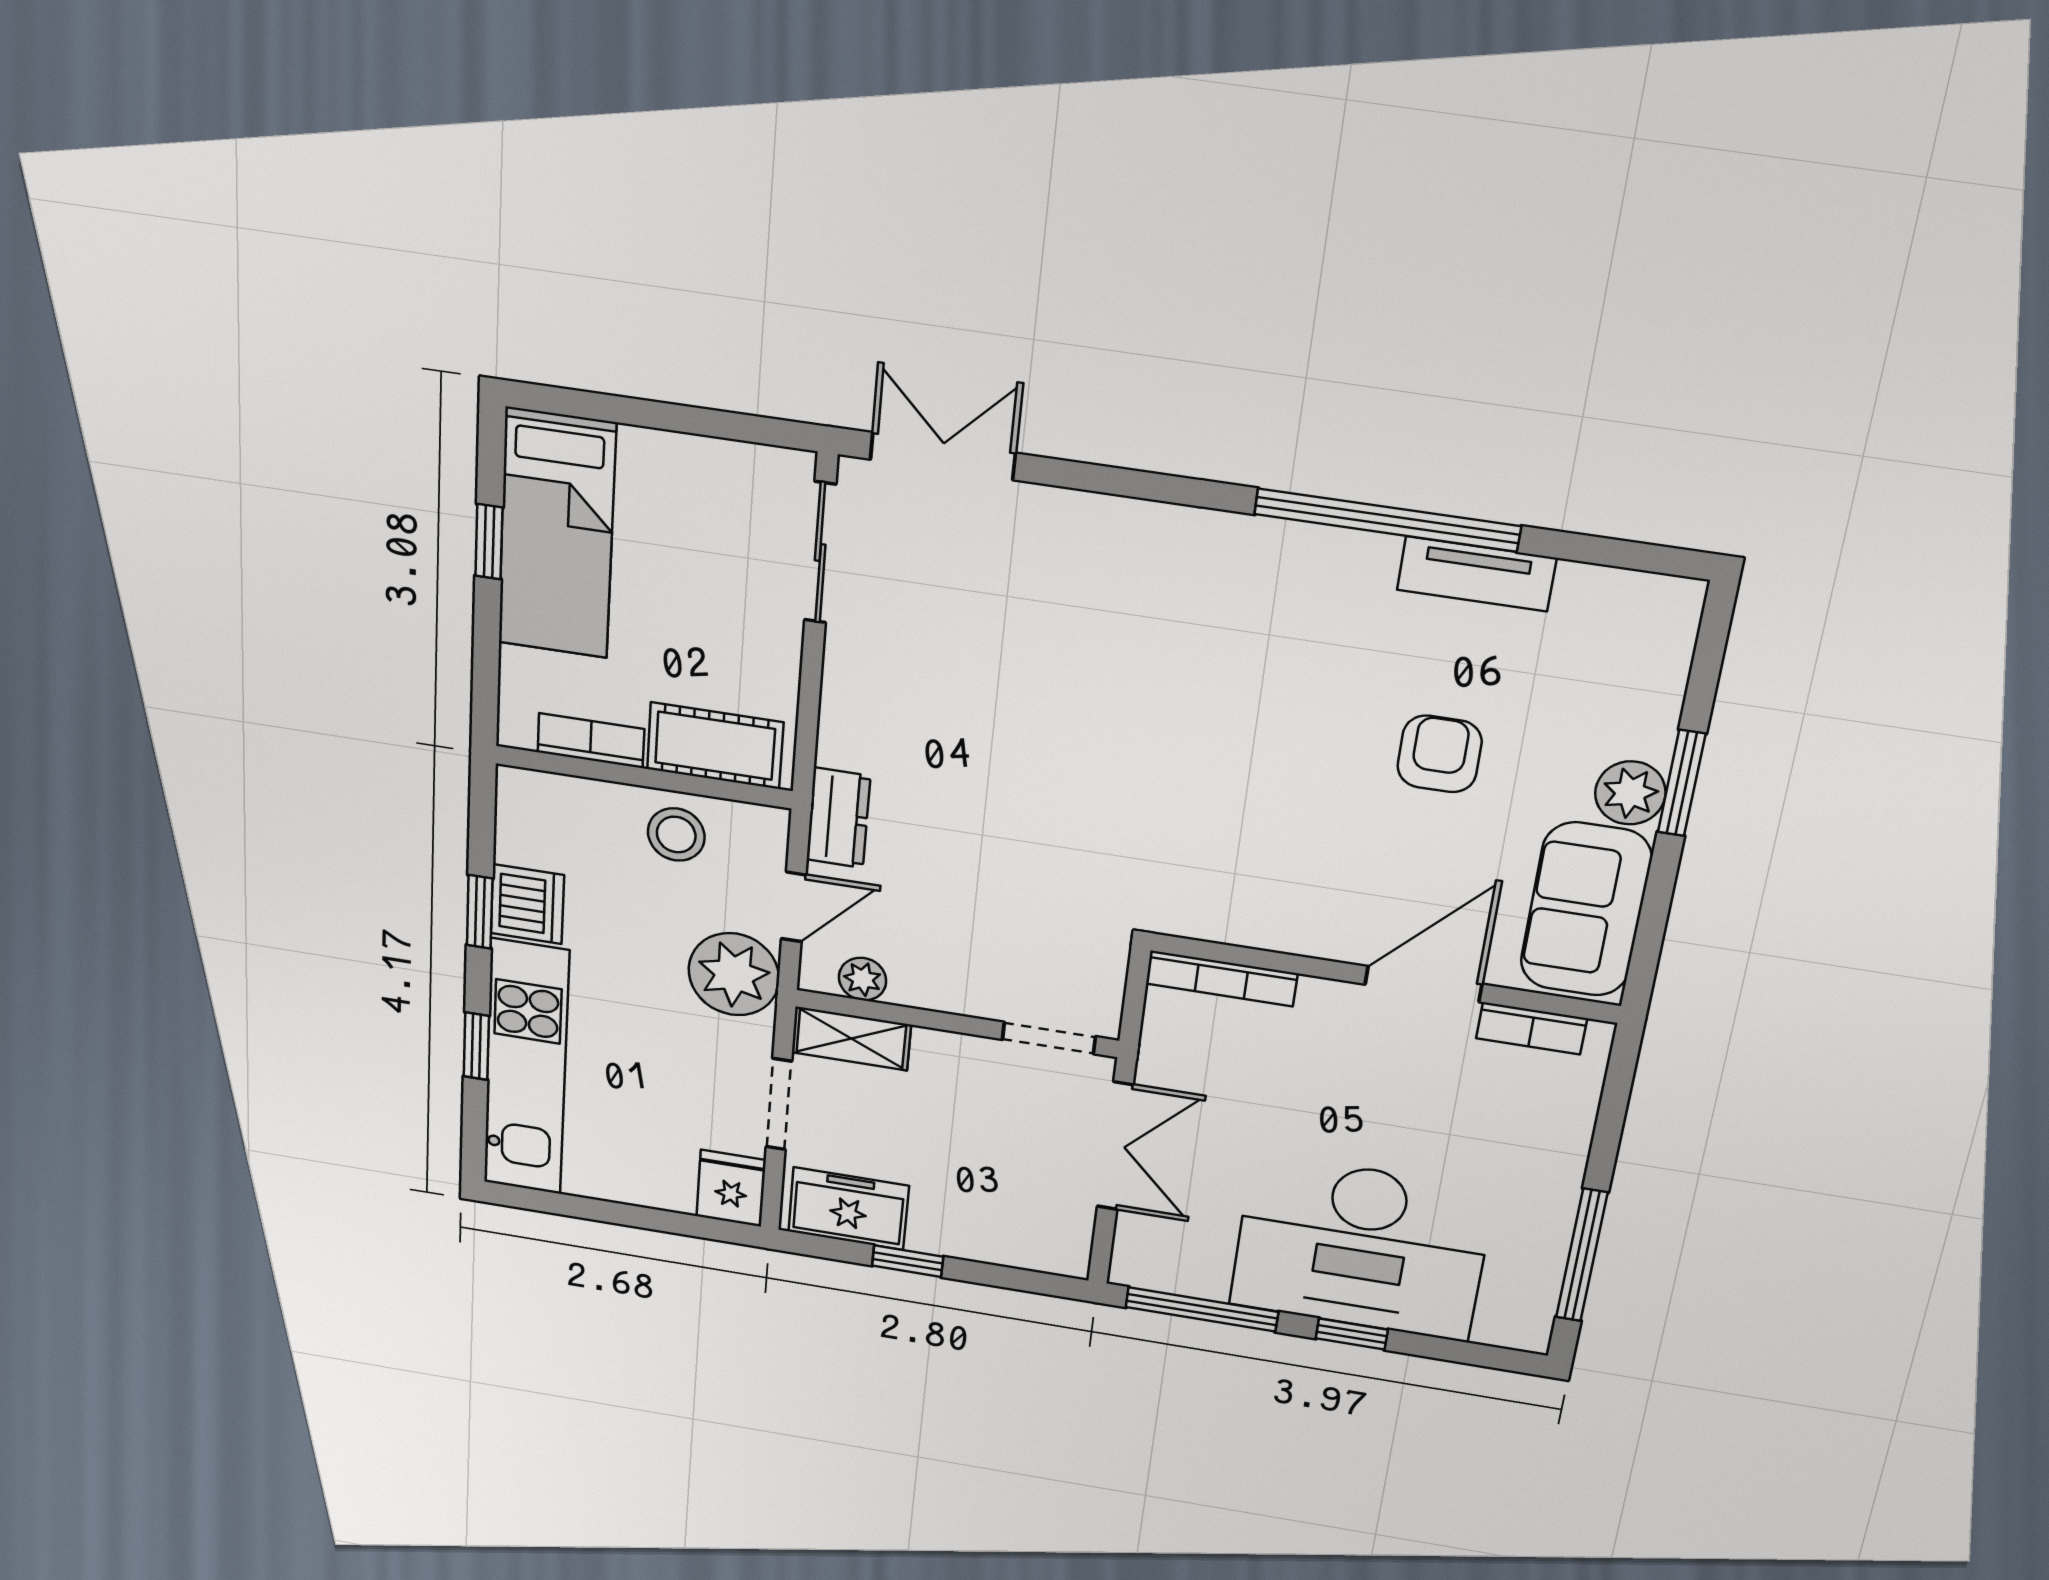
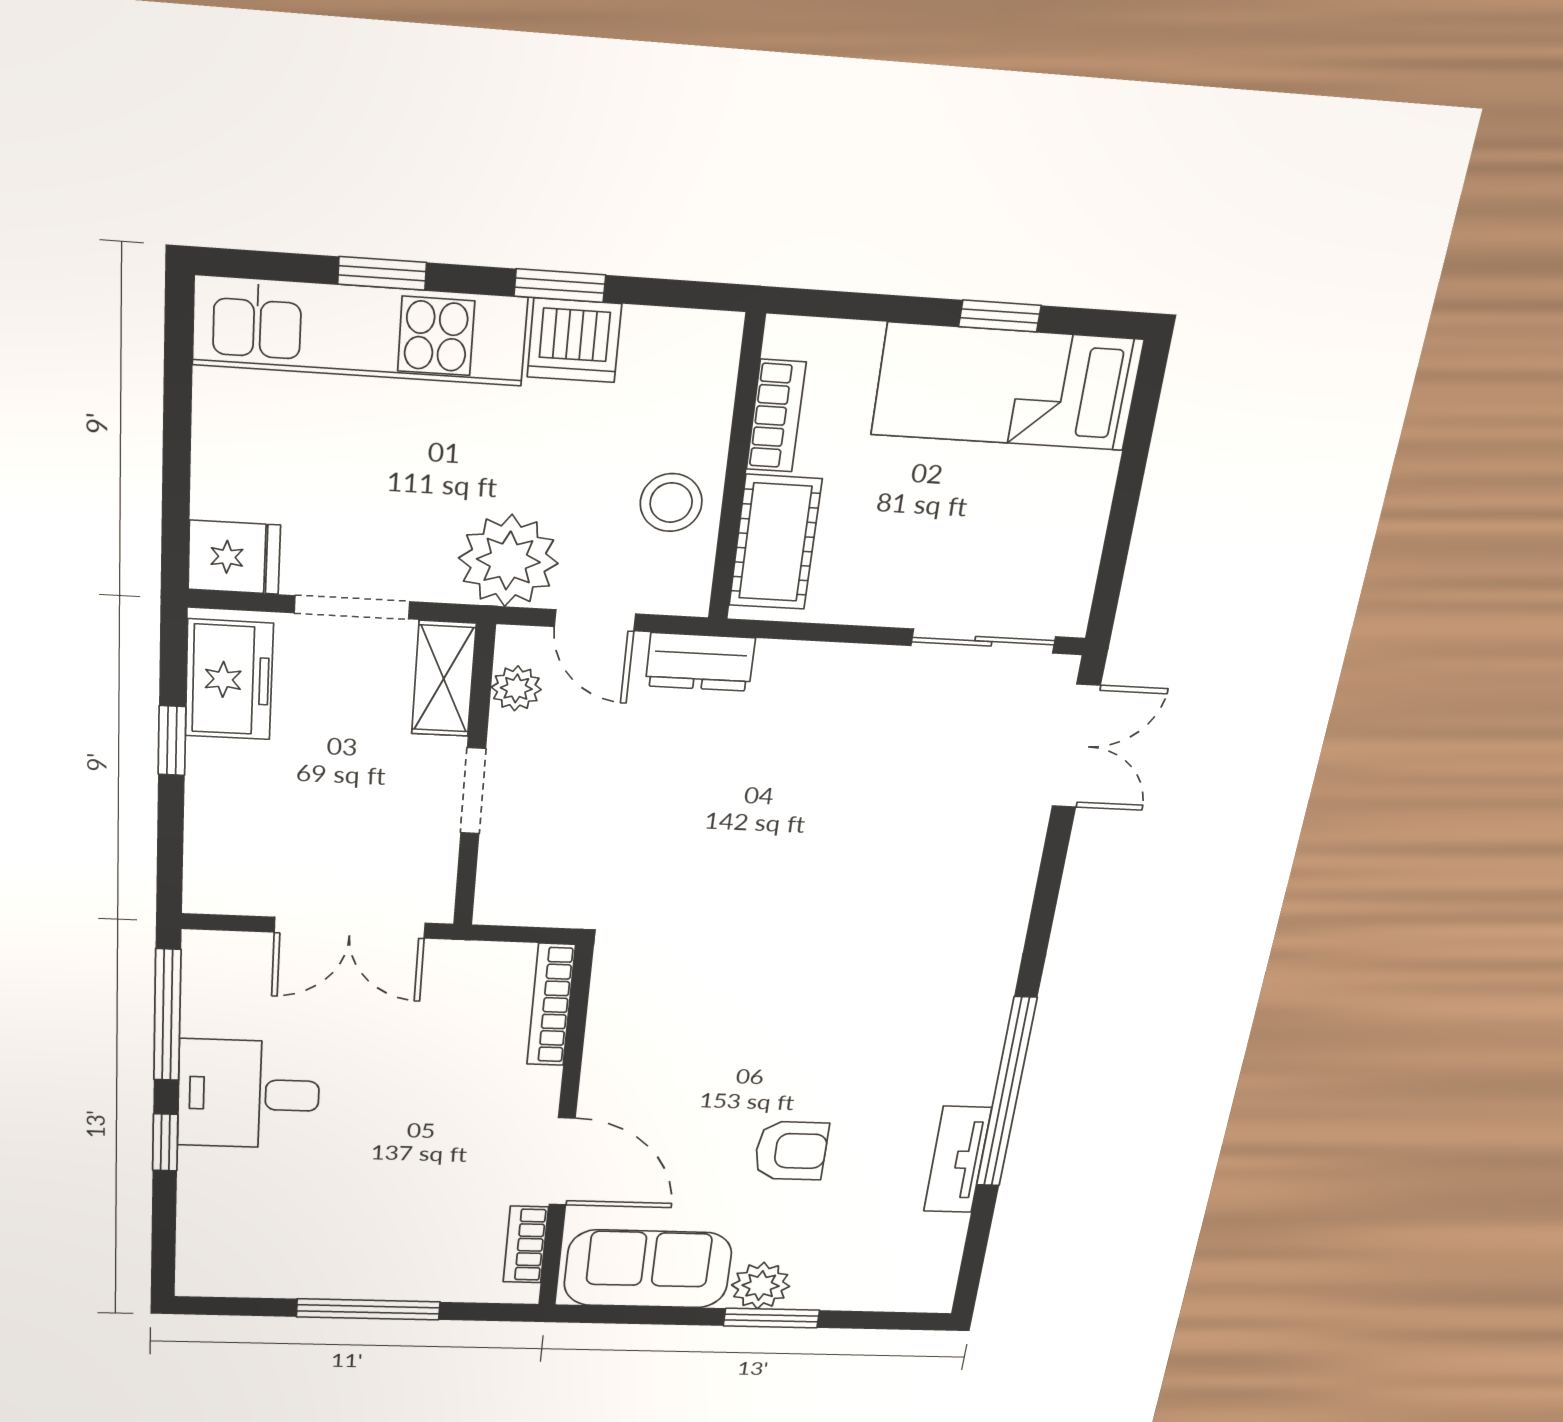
doorway: (1049, 1038) -> (473, 791), moved
desk: (1361, 1248) -> (249, 1094), width x0.53, depth x0.77
window: (1582, 1255) -> (368, 1309), moved

